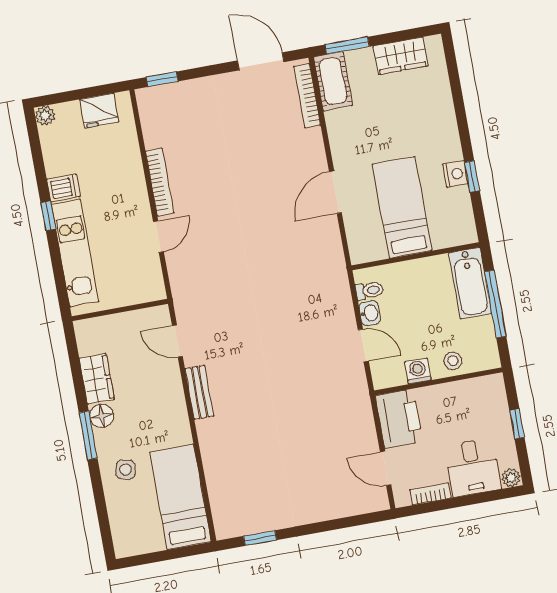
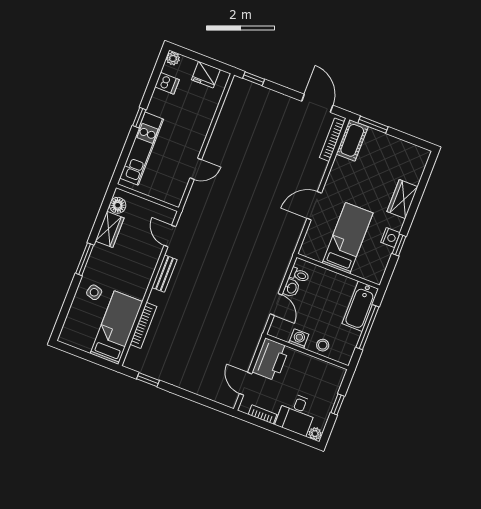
wardrobe: (401, 56) -> (402, 199), moved, turned 90
bookcase: (160, 182) -> (143, 325), moved
dishwasher: (63, 188) -> (167, 83), moved
floor lamp: (102, 416) -> (118, 205), moved

